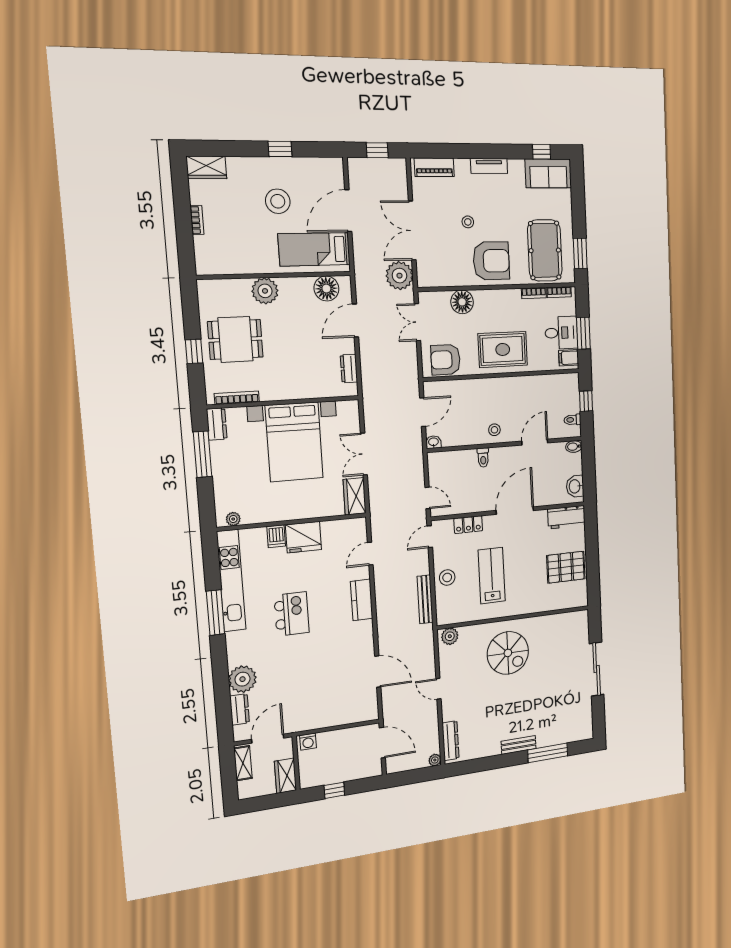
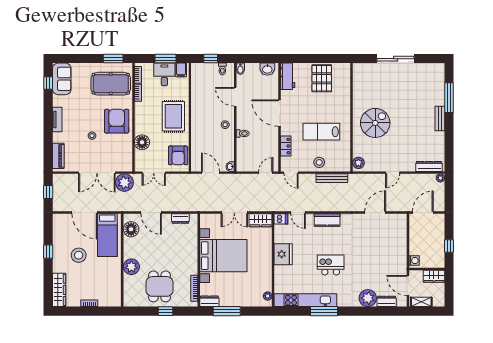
wardrobe: (206, 167) -> (59, 290), width x1.50
dishwasher: (276, 536) -> (281, 219), moved

